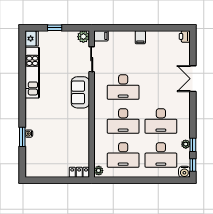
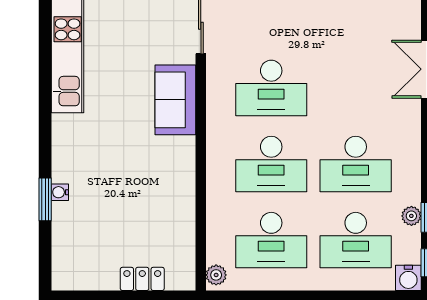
locker: (79, 172) -> (142, 279), moved

